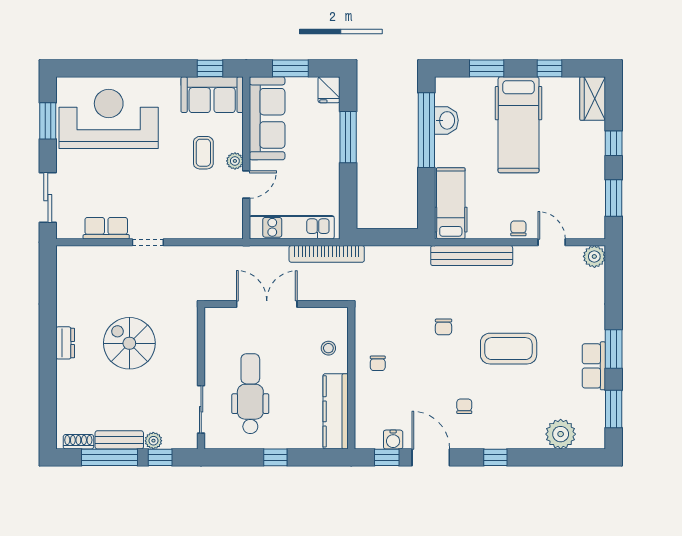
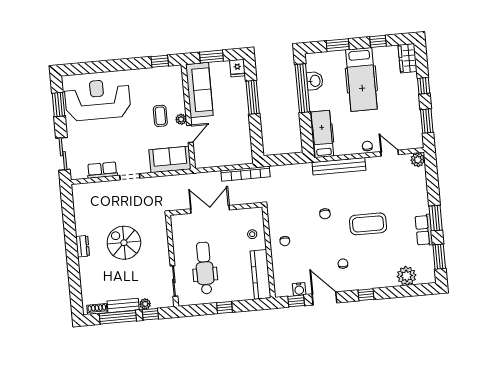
sofa: (212, 95) -> (170, 159), moved, turned 180
kitchen unit: (292, 227) -> (222, 159), removed

